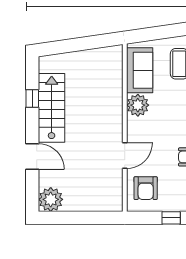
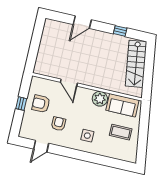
stairs: (52, 108) -> (136, 64), moved, turned 82
armchair: (146, 188) -> (41, 104), moved
plant: (51, 199) -> (51, 28), removed

